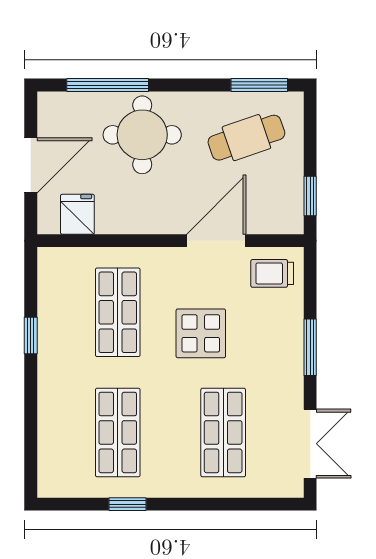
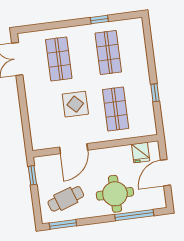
trolley: (272, 273) -> (45, 137), removed
window: (310, 347) -> (23, 104), removed

